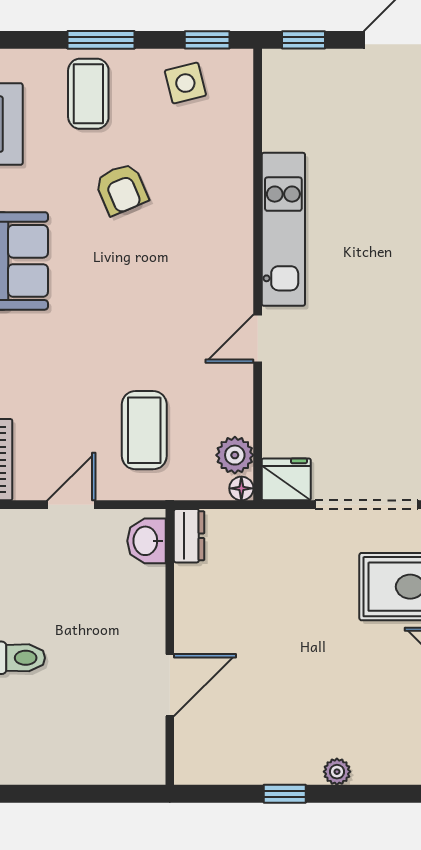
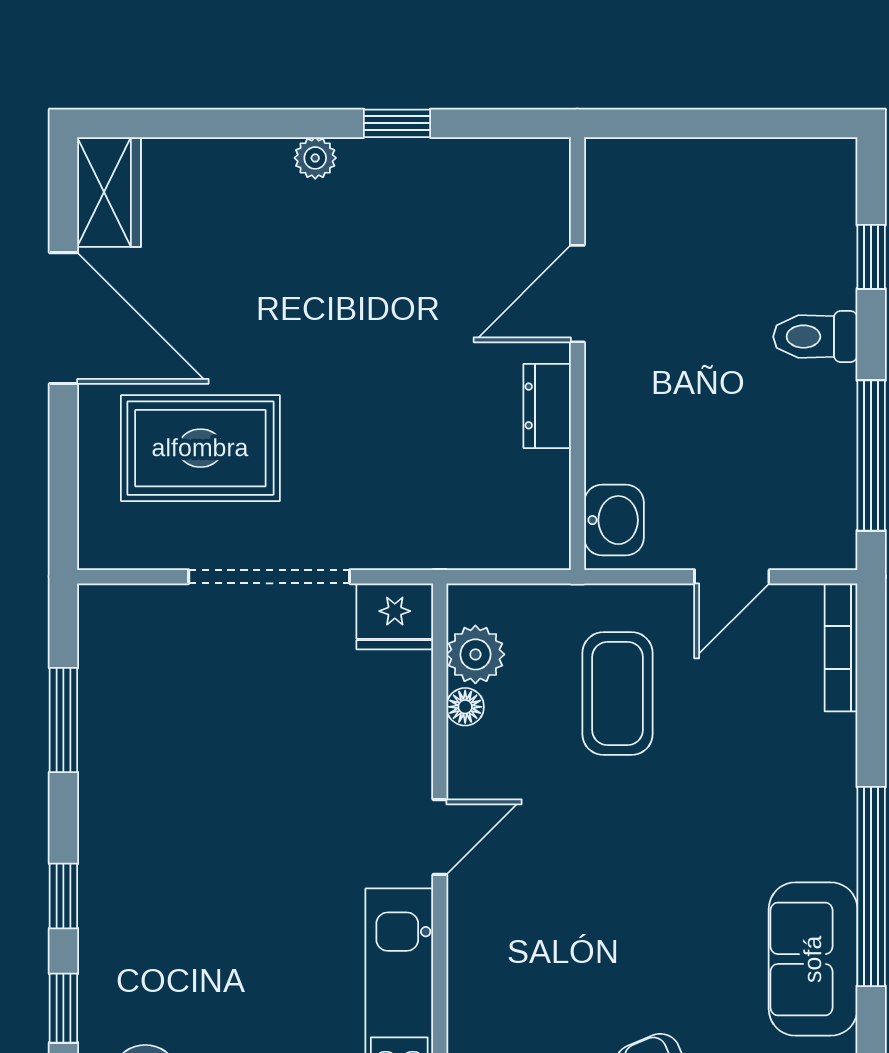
floor lamp: (241, 488) -> (465, 707), moved
dresser: (189, 536) -> (547, 406), moved

